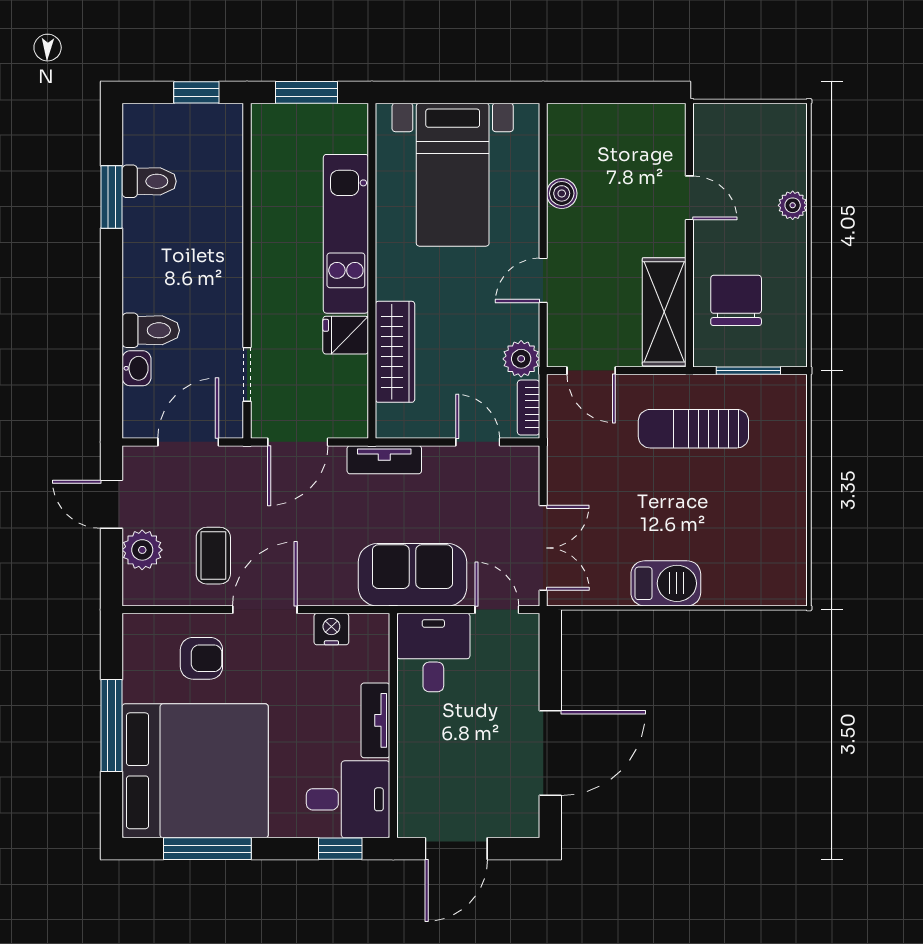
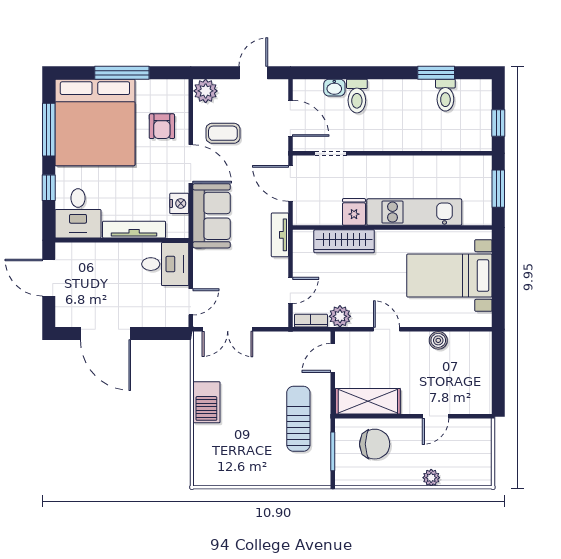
plant: (142, 550) -> (206, 91), moved
sofa: (412, 575) -> (212, 216), moved
tv unit: (375, 720) -> (134, 230), width x1.41
window: (340, 849) -> (49, 188), moved

